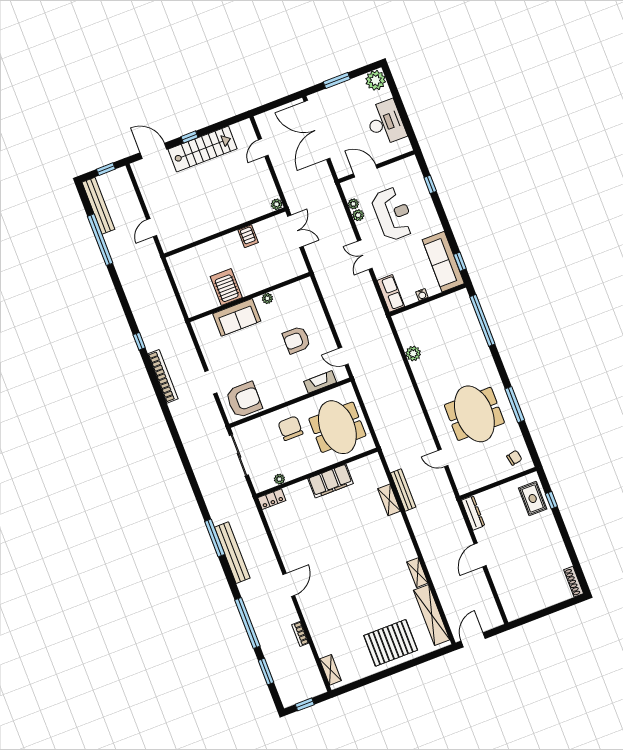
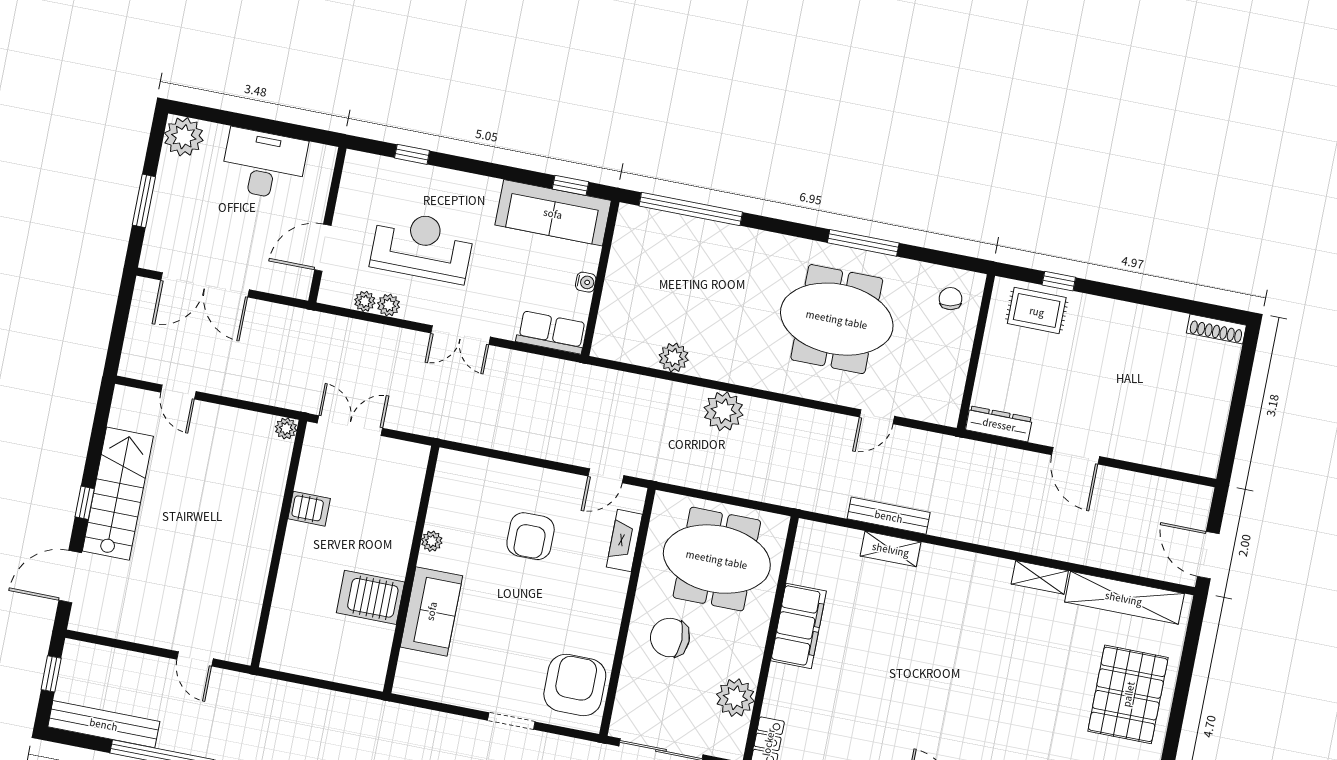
double door: (317, 130) -> (205, 285), width x0.73
plant: (403, 390) -> (724, 411), added
plant: (279, 479) -> (735, 698), width x1.88, depth x1.88

